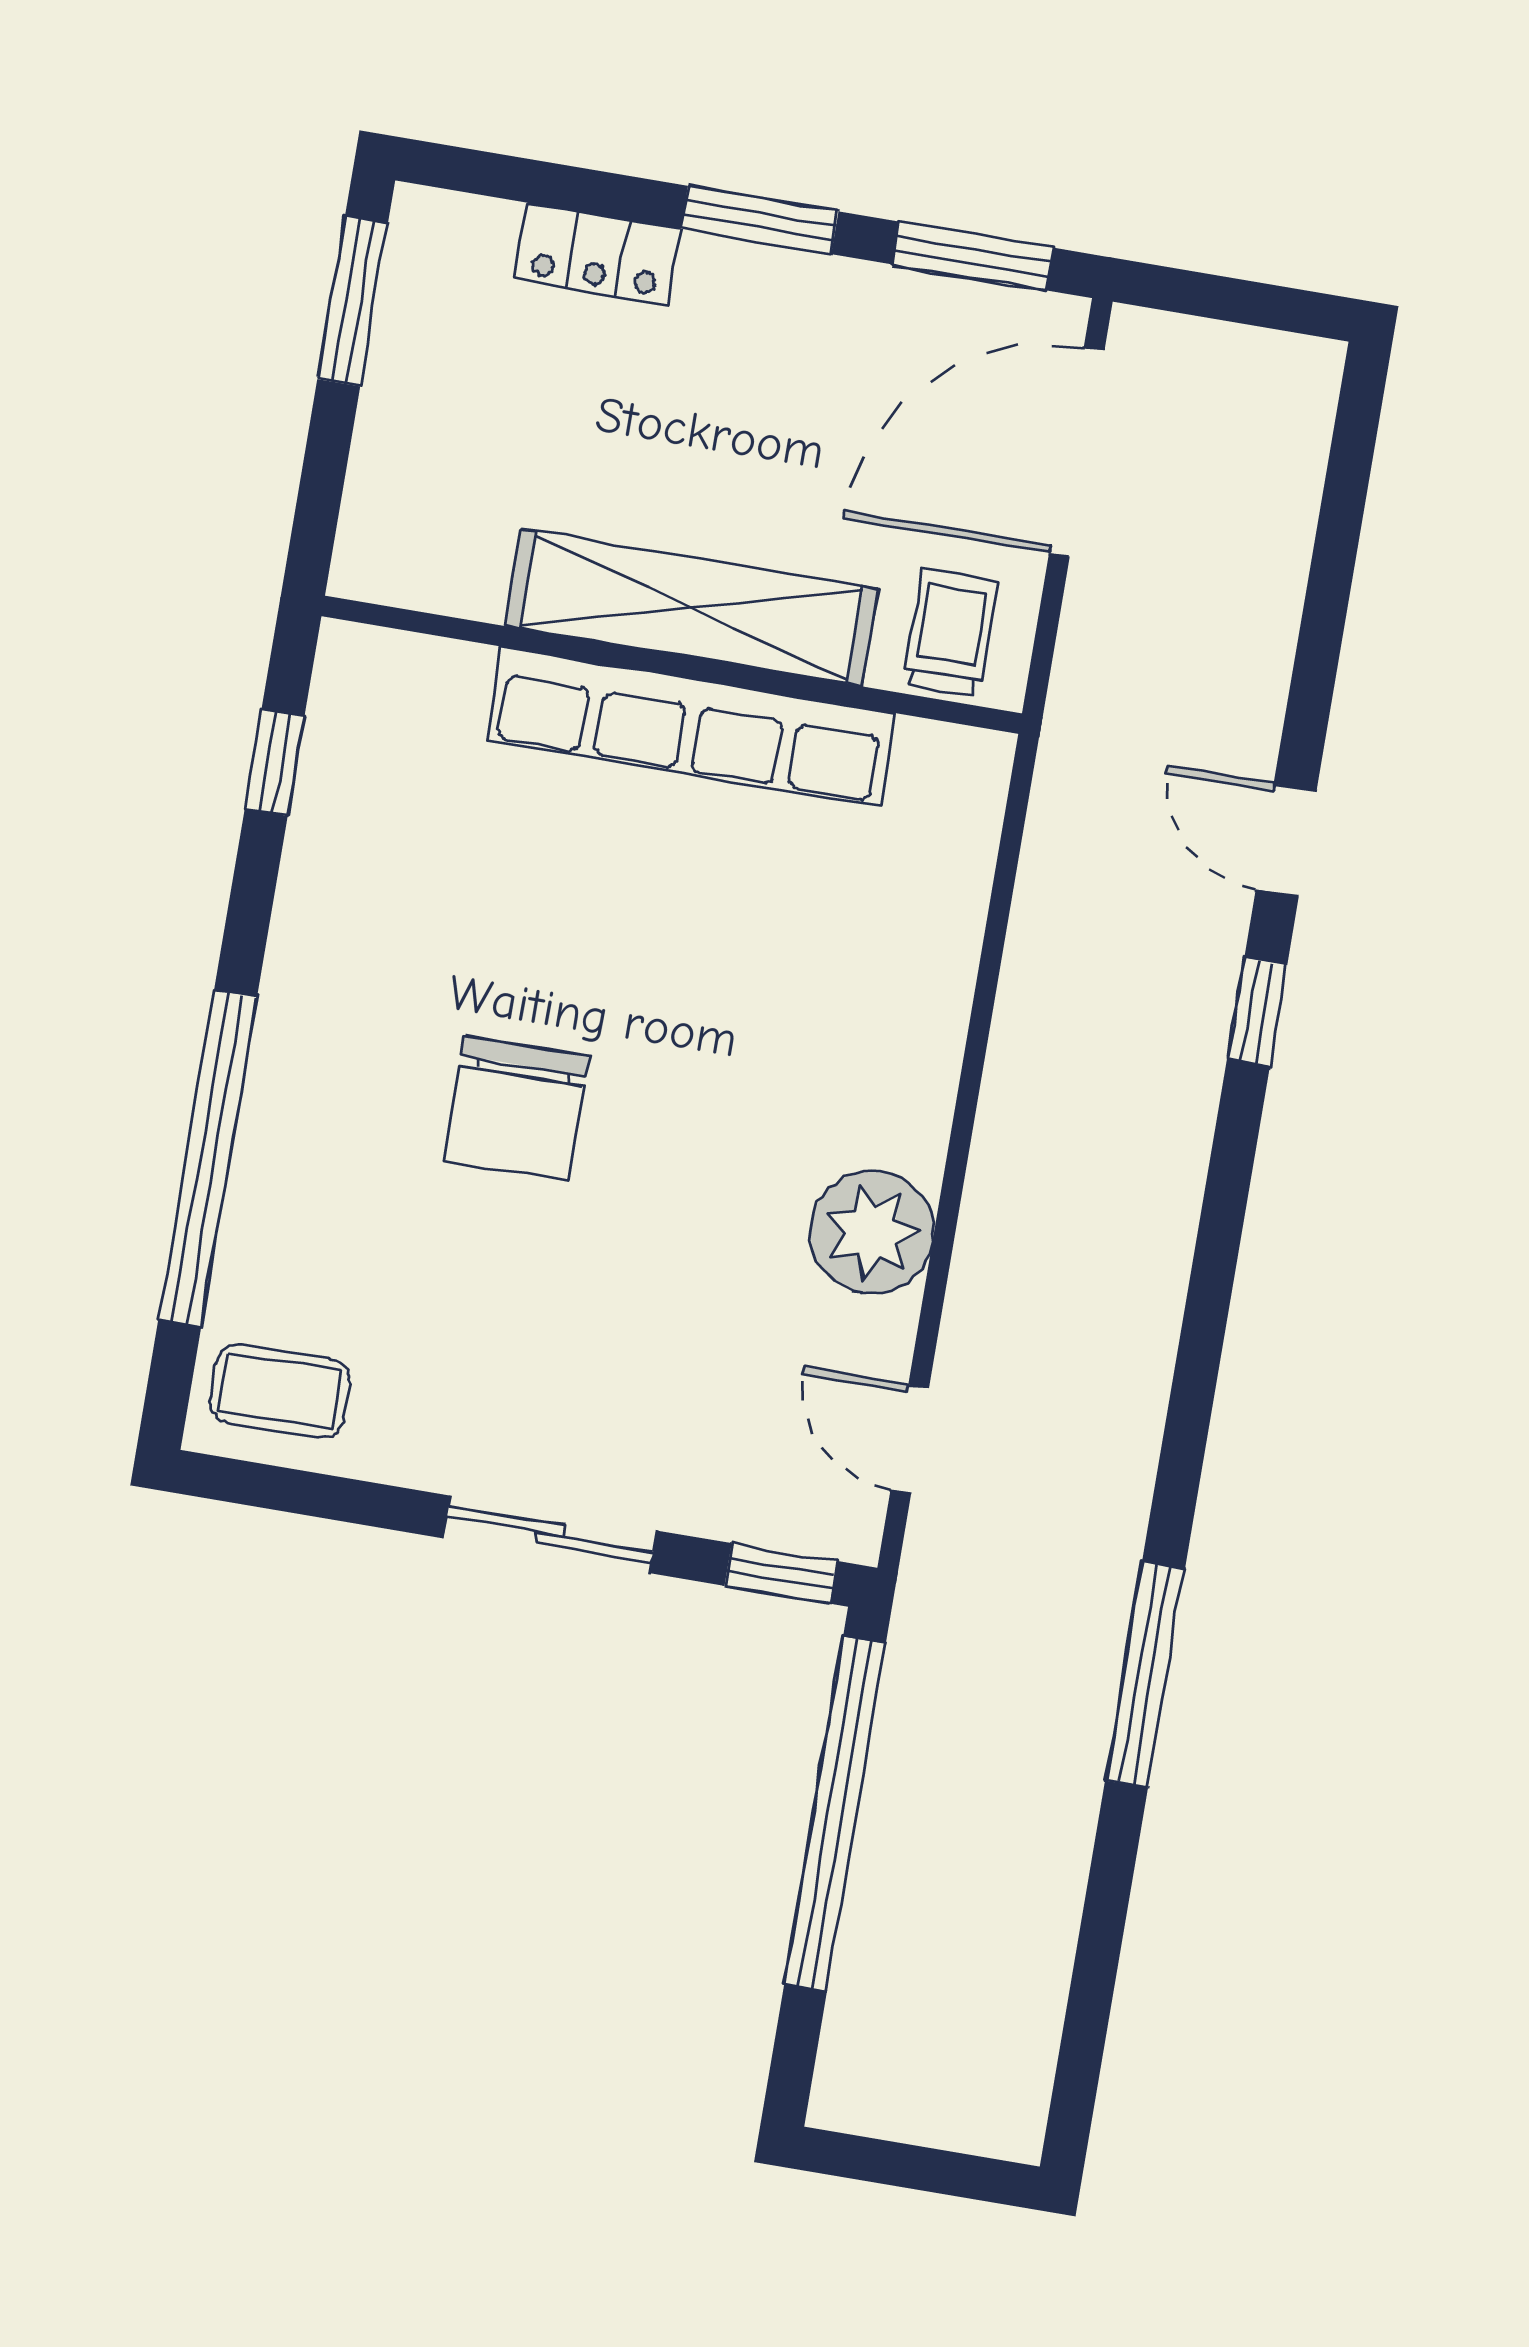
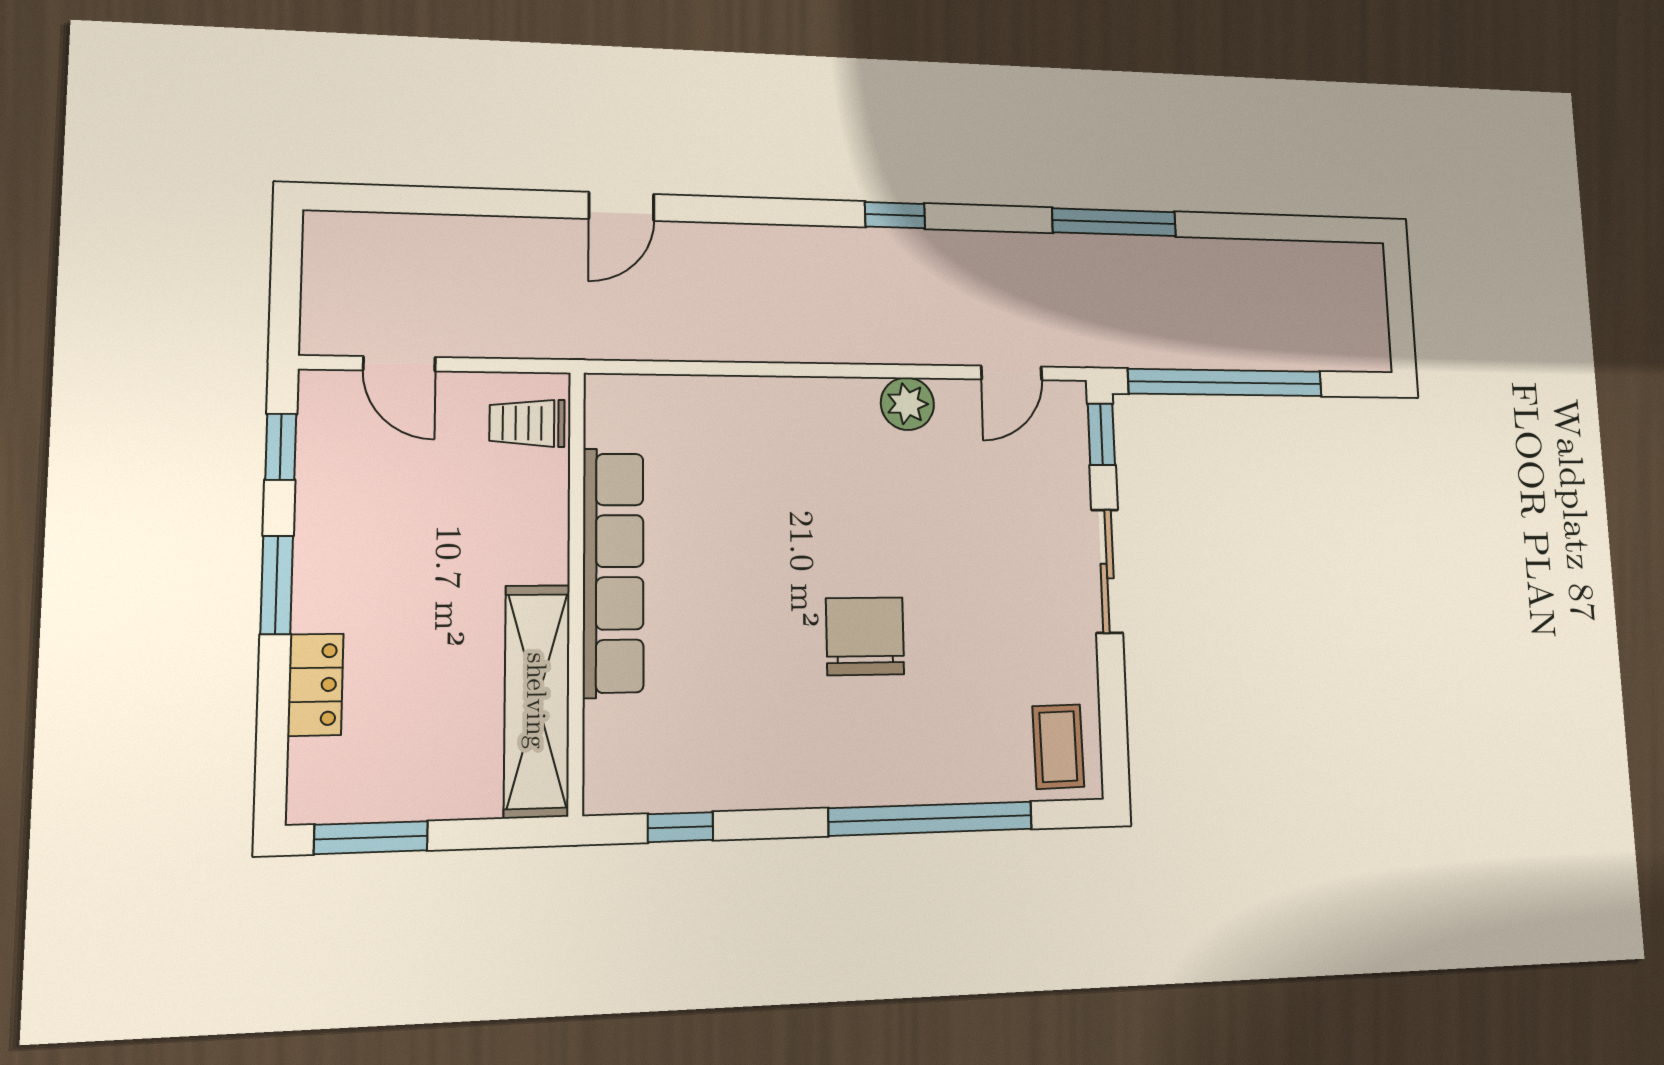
window: (973, 256) -> (281, 447), width x0.67
door: (1077, 452) -> (399, 364), width x0.53
shelving: (691, 608) -> (537, 701), moved
window: (1257, 1012) -> (895, 215), moved
chair: (517, 1108) -> (865, 636), turned -90
plant: (872, 1232) -> (907, 404), width x0.73, depth x0.73

